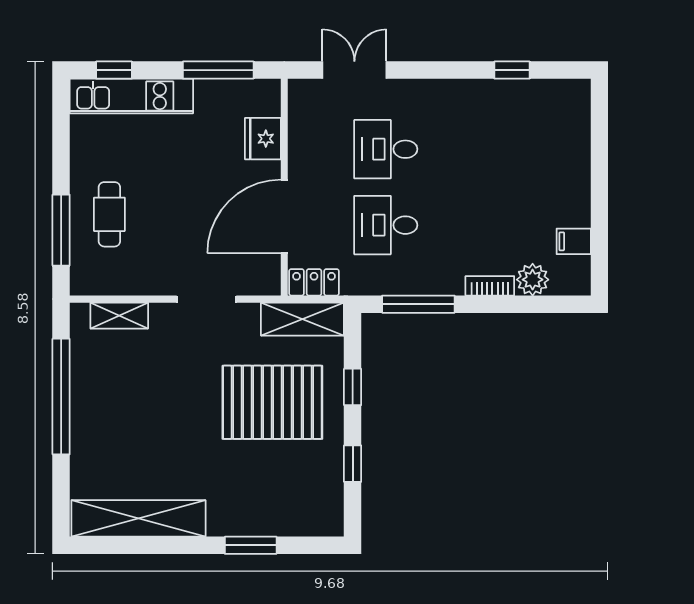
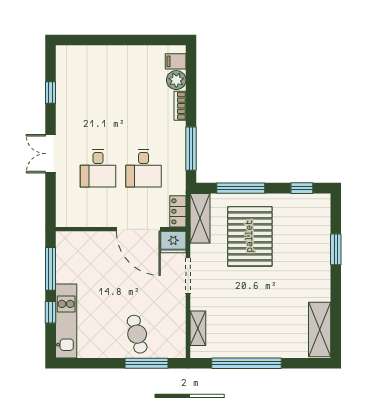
window: (114, 70) -> (50, 312), moved
double door: (354, 70) -> (50, 154), moved
fridge: (263, 139) -> (173, 242), moved
cafe table: (109, 214) -> (137, 334), turned 76
filing cabinet: (574, 241) -> (176, 61), moved, turned 90
window: (353, 387) -> (241, 188), width x2.17
window: (353, 464) -> (302, 188), moved
shelving: (138, 518) -> (320, 330), width x0.68

